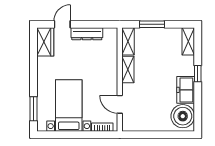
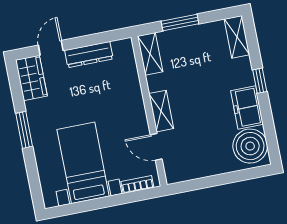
shelving: (128, 70) -> (161, 111), moved
window: (34, 109) -> (24, 130), moved

